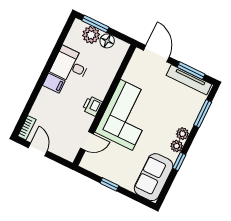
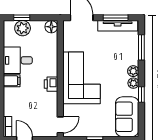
window: (95, 24) -> (22, 18), width x0.67
floor lamp: (107, 41) -> (51, 27), moved
door: (87, 141) -> (60, 125), moved

